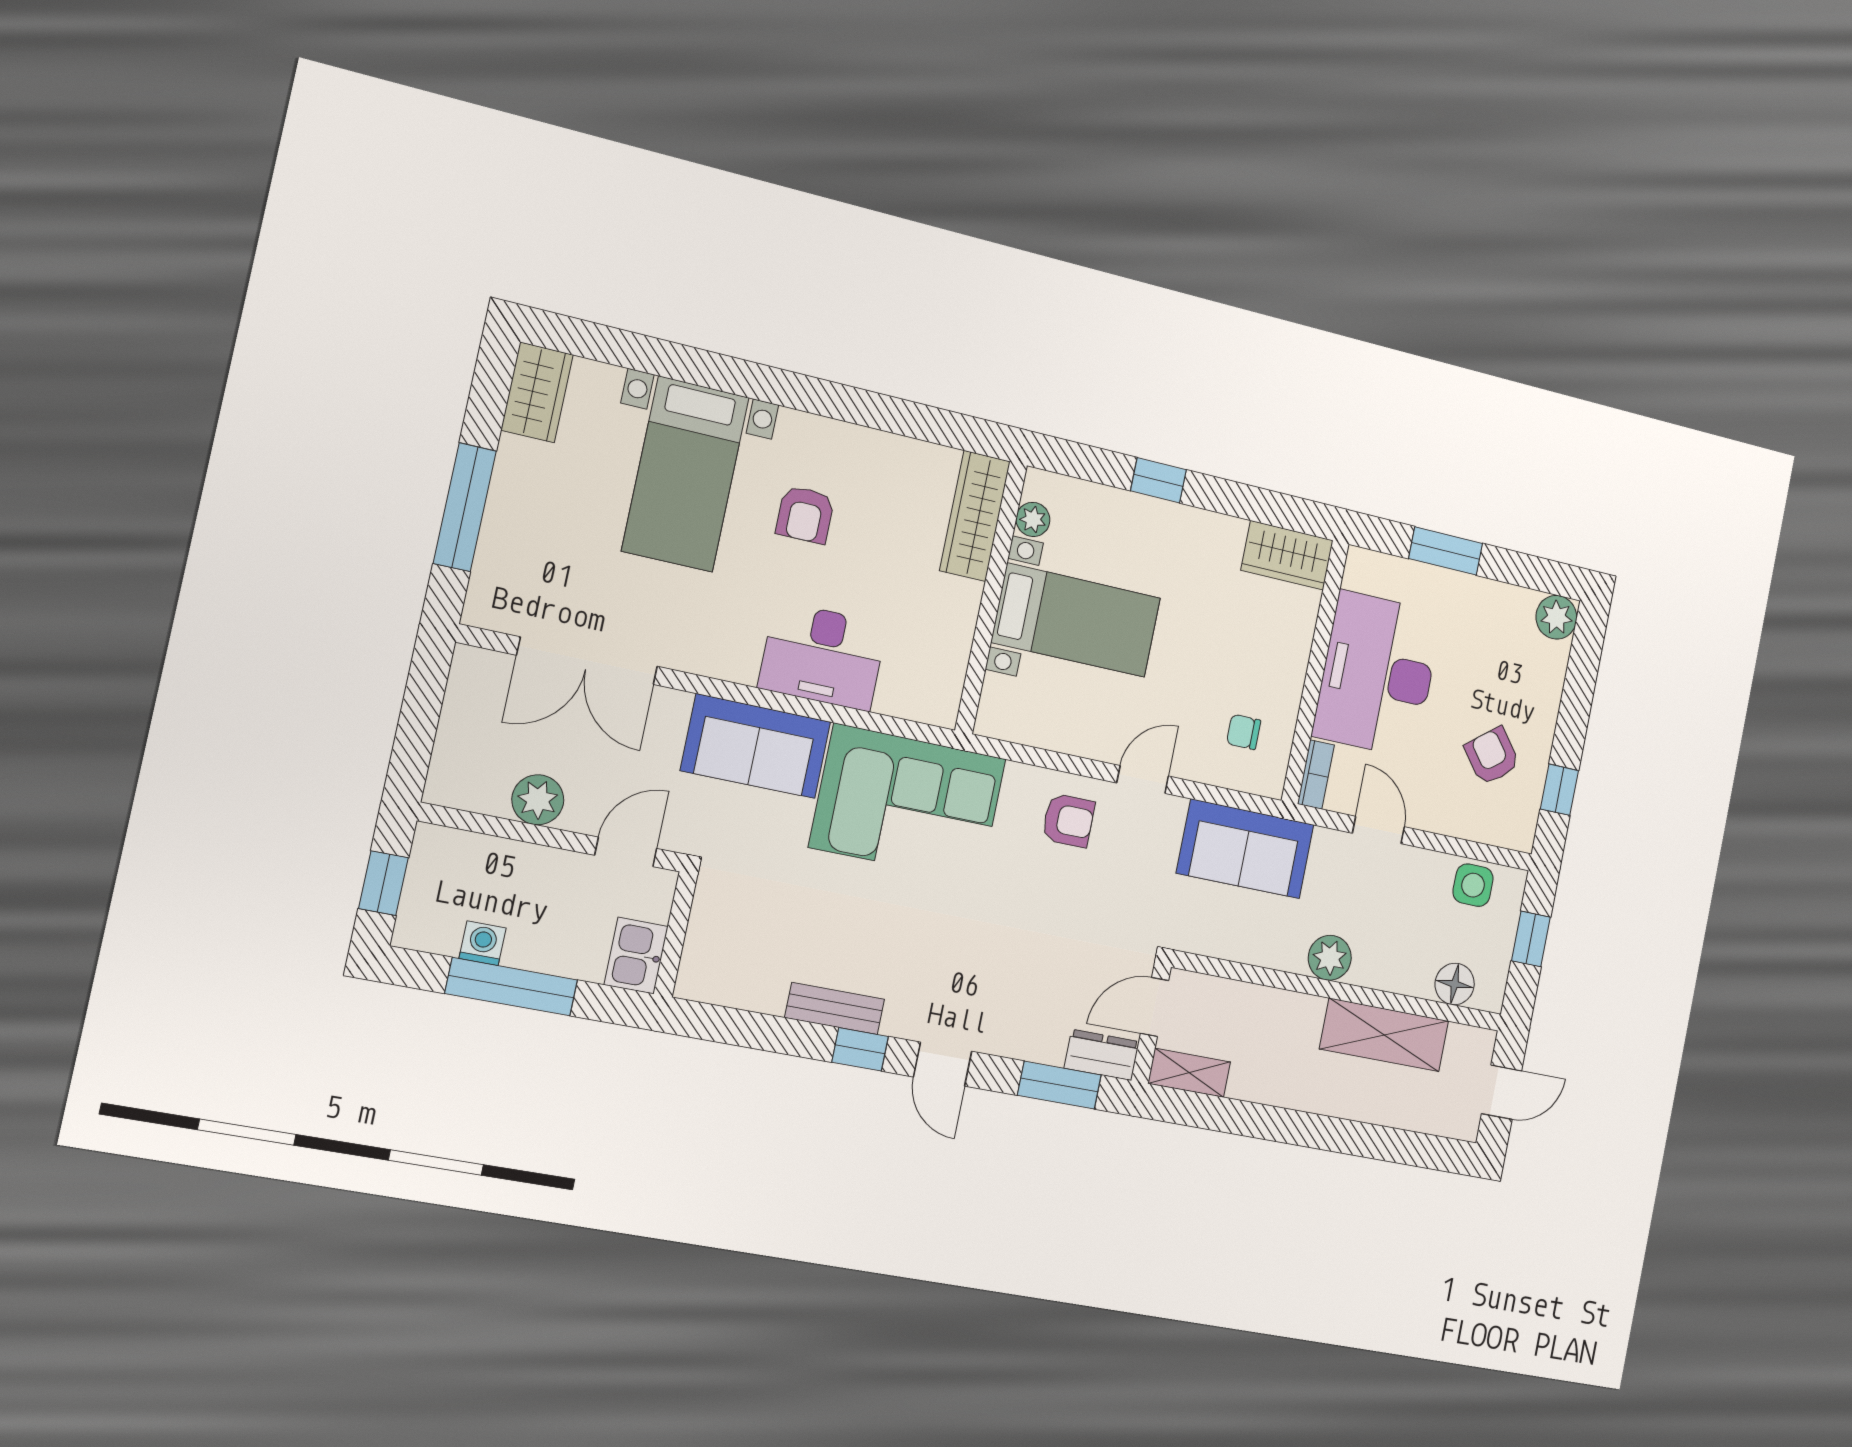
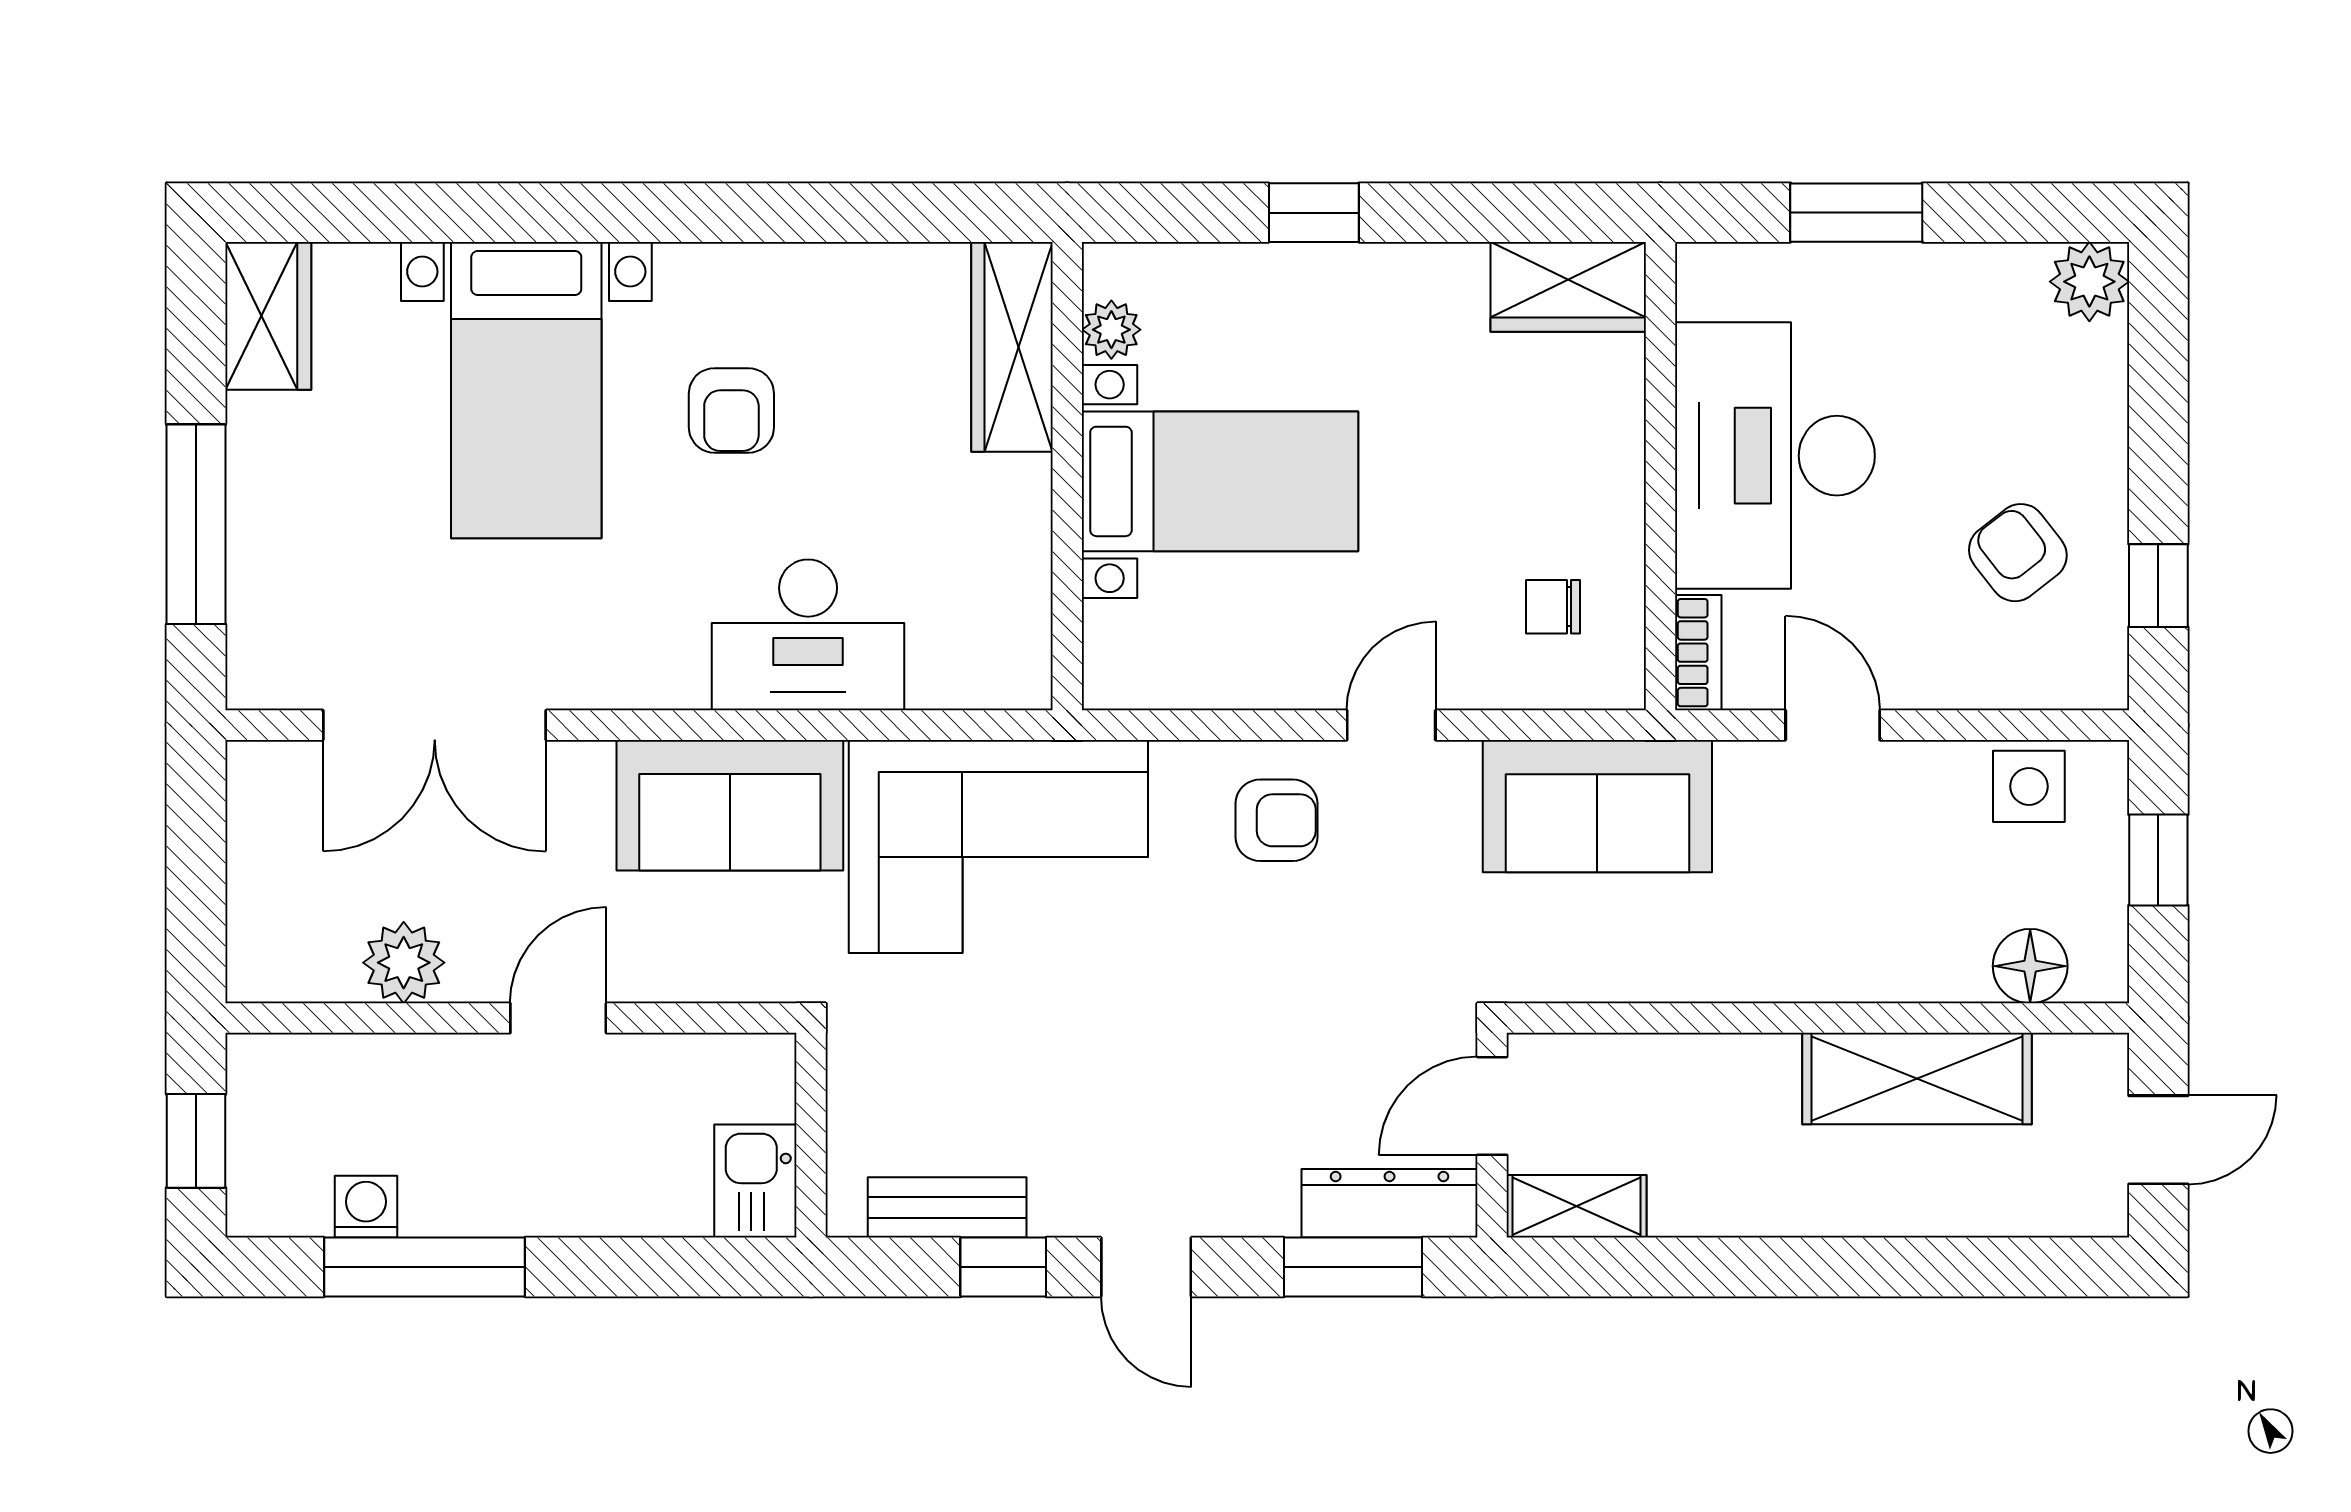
wall: (676, 934) -> (811, 1135), moved
kitchen sink: (636, 956) -> (755, 1181), moved
plant: (1330, 958) -> (1789, 964), removed
dresser: (1102, 1055) -> (1390, 1203), width x1.44

